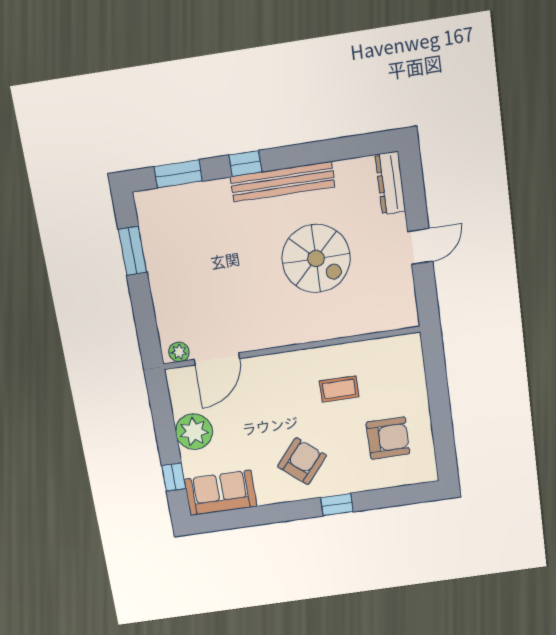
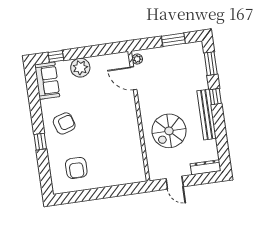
wall: (291, 348) -> (139, 116), moved
plant: (179, 352) -> (137, 59), moved
door: (217, 359) -> (134, 78), moved
coffee table: (339, 389) -> (102, 143), removed
armchair: (302, 461) -> (64, 123), turned -57

